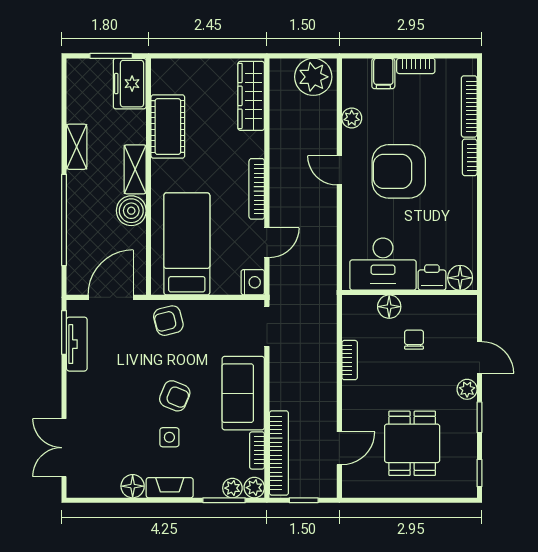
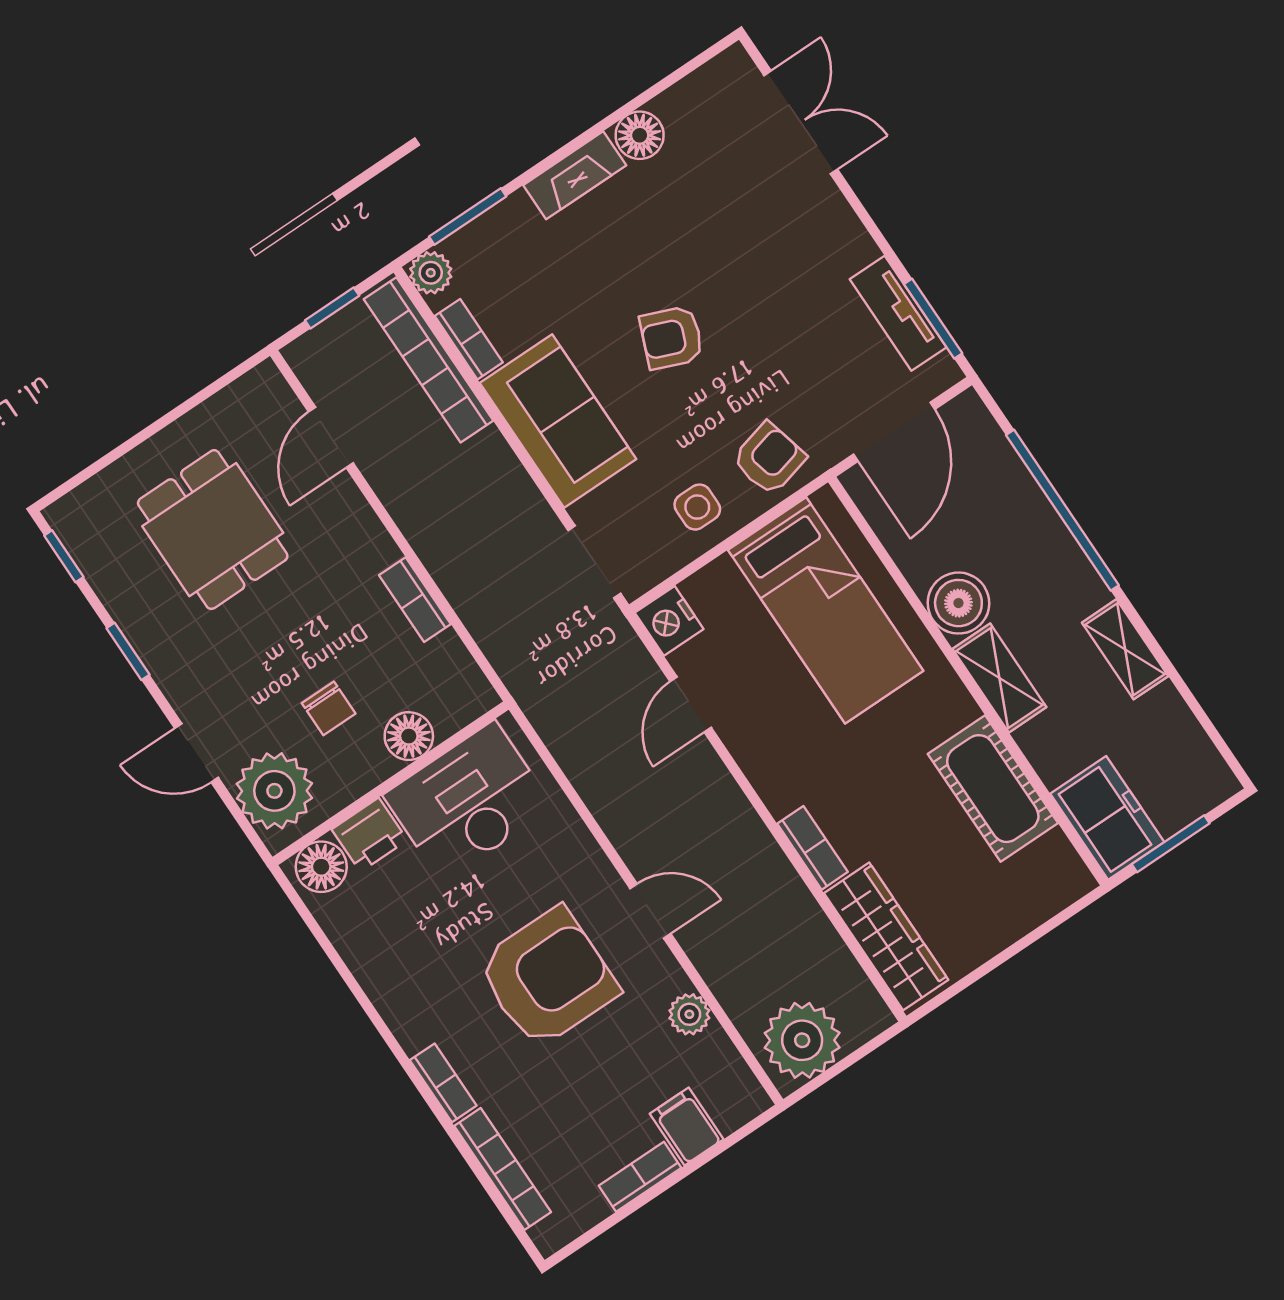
bookcase: (257, 189) -> (813, 848), moved, width x0.64
plant: (467, 389) -> (274, 791), moved, width x1.88, depth x1.88
side table: (169, 437) -> (697, 507), moved
plant: (232, 488) -> (467, 247), removed

